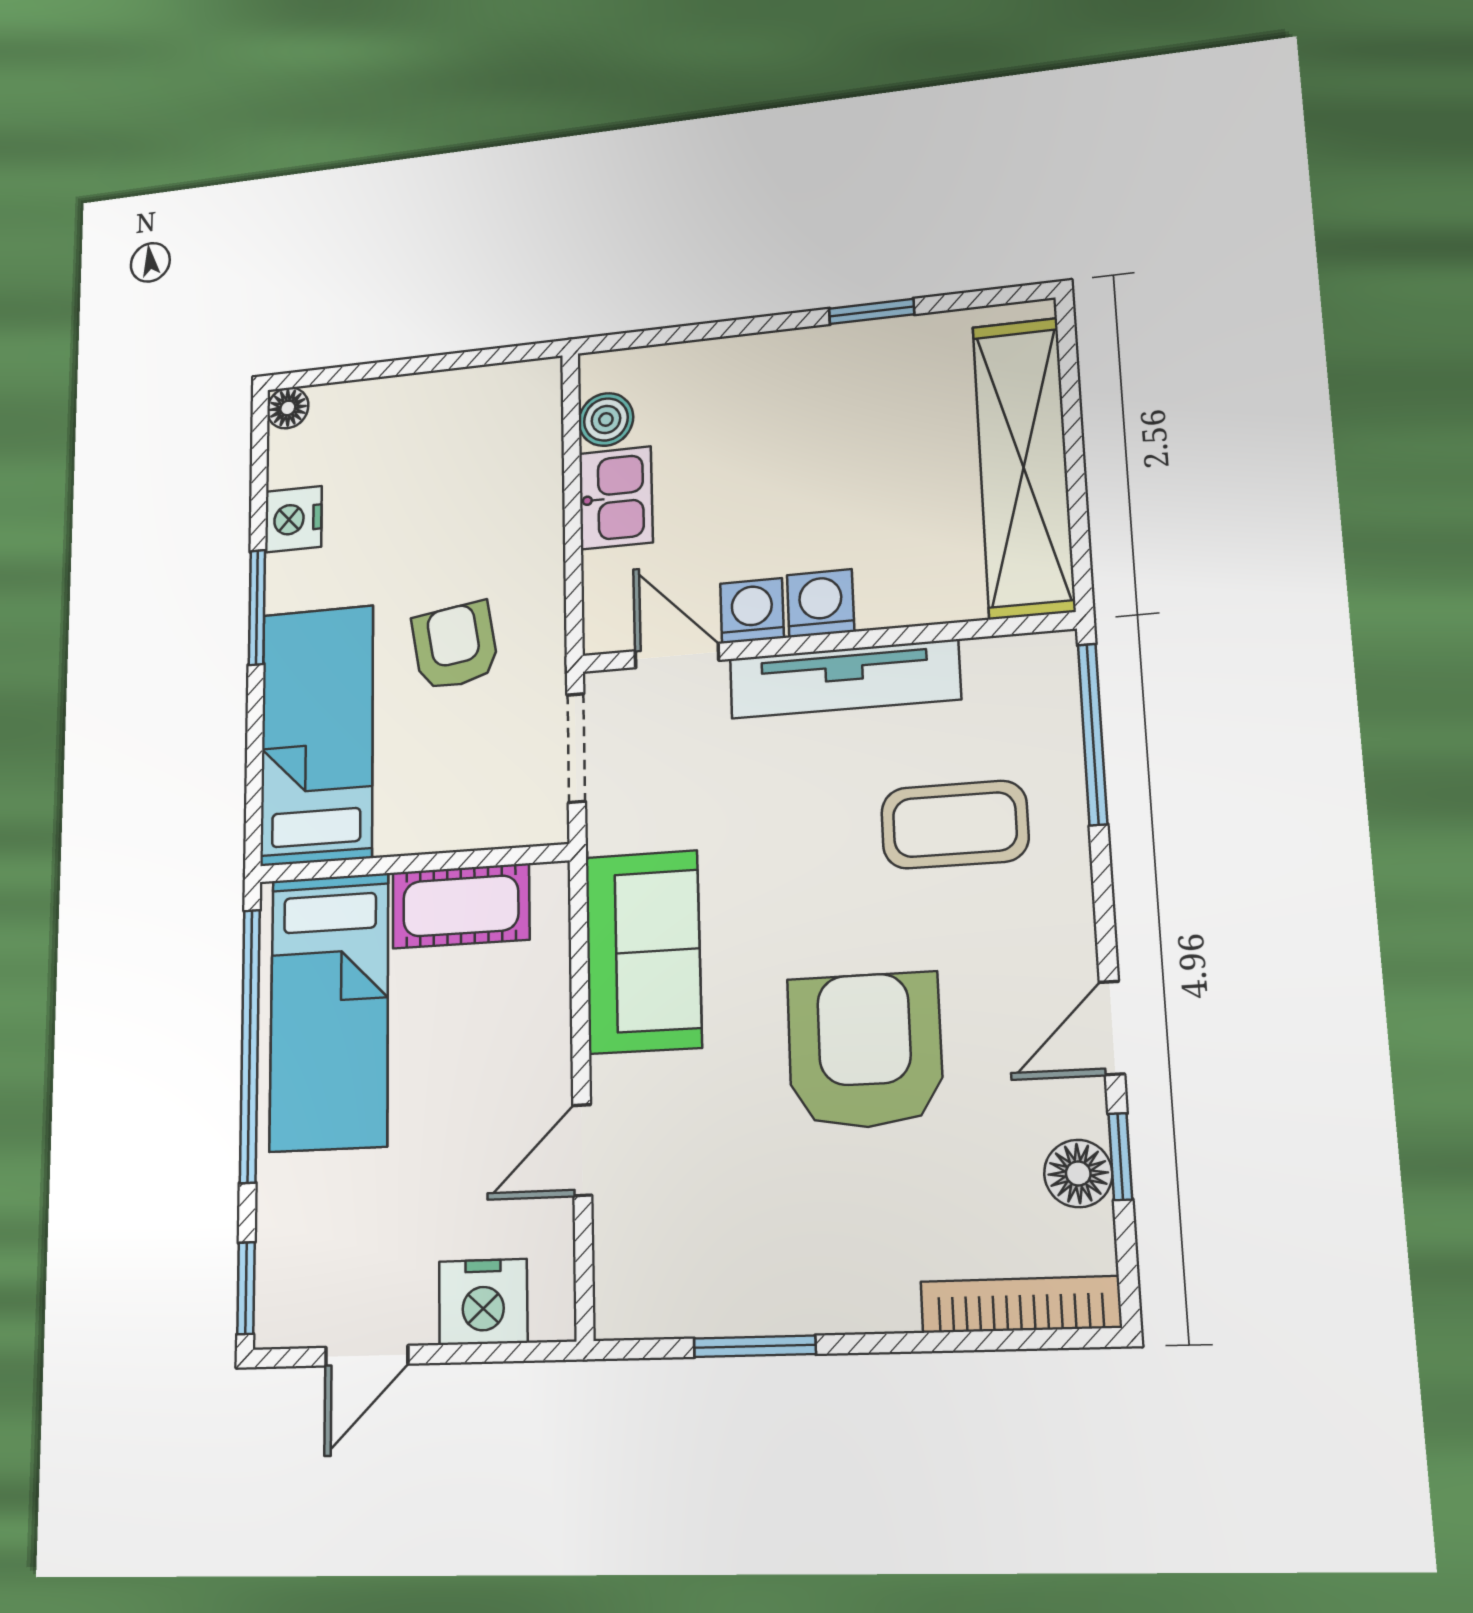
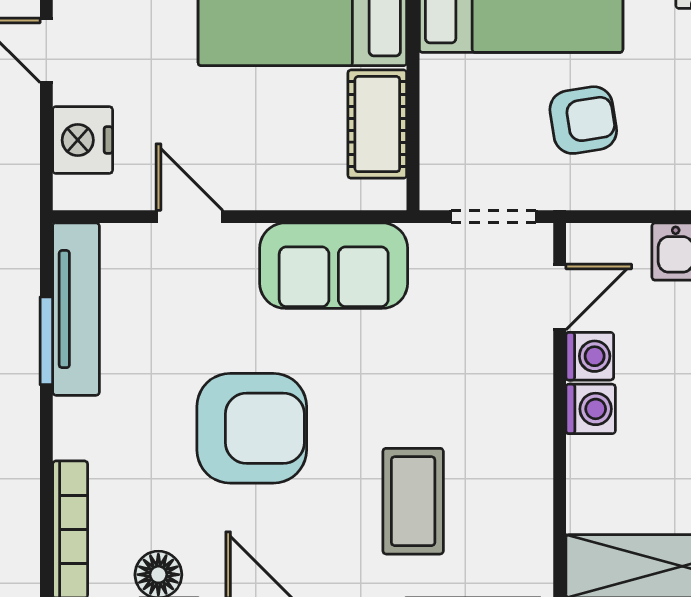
tv unit: (844, 679) -> (76, 309), moved, turned 180

